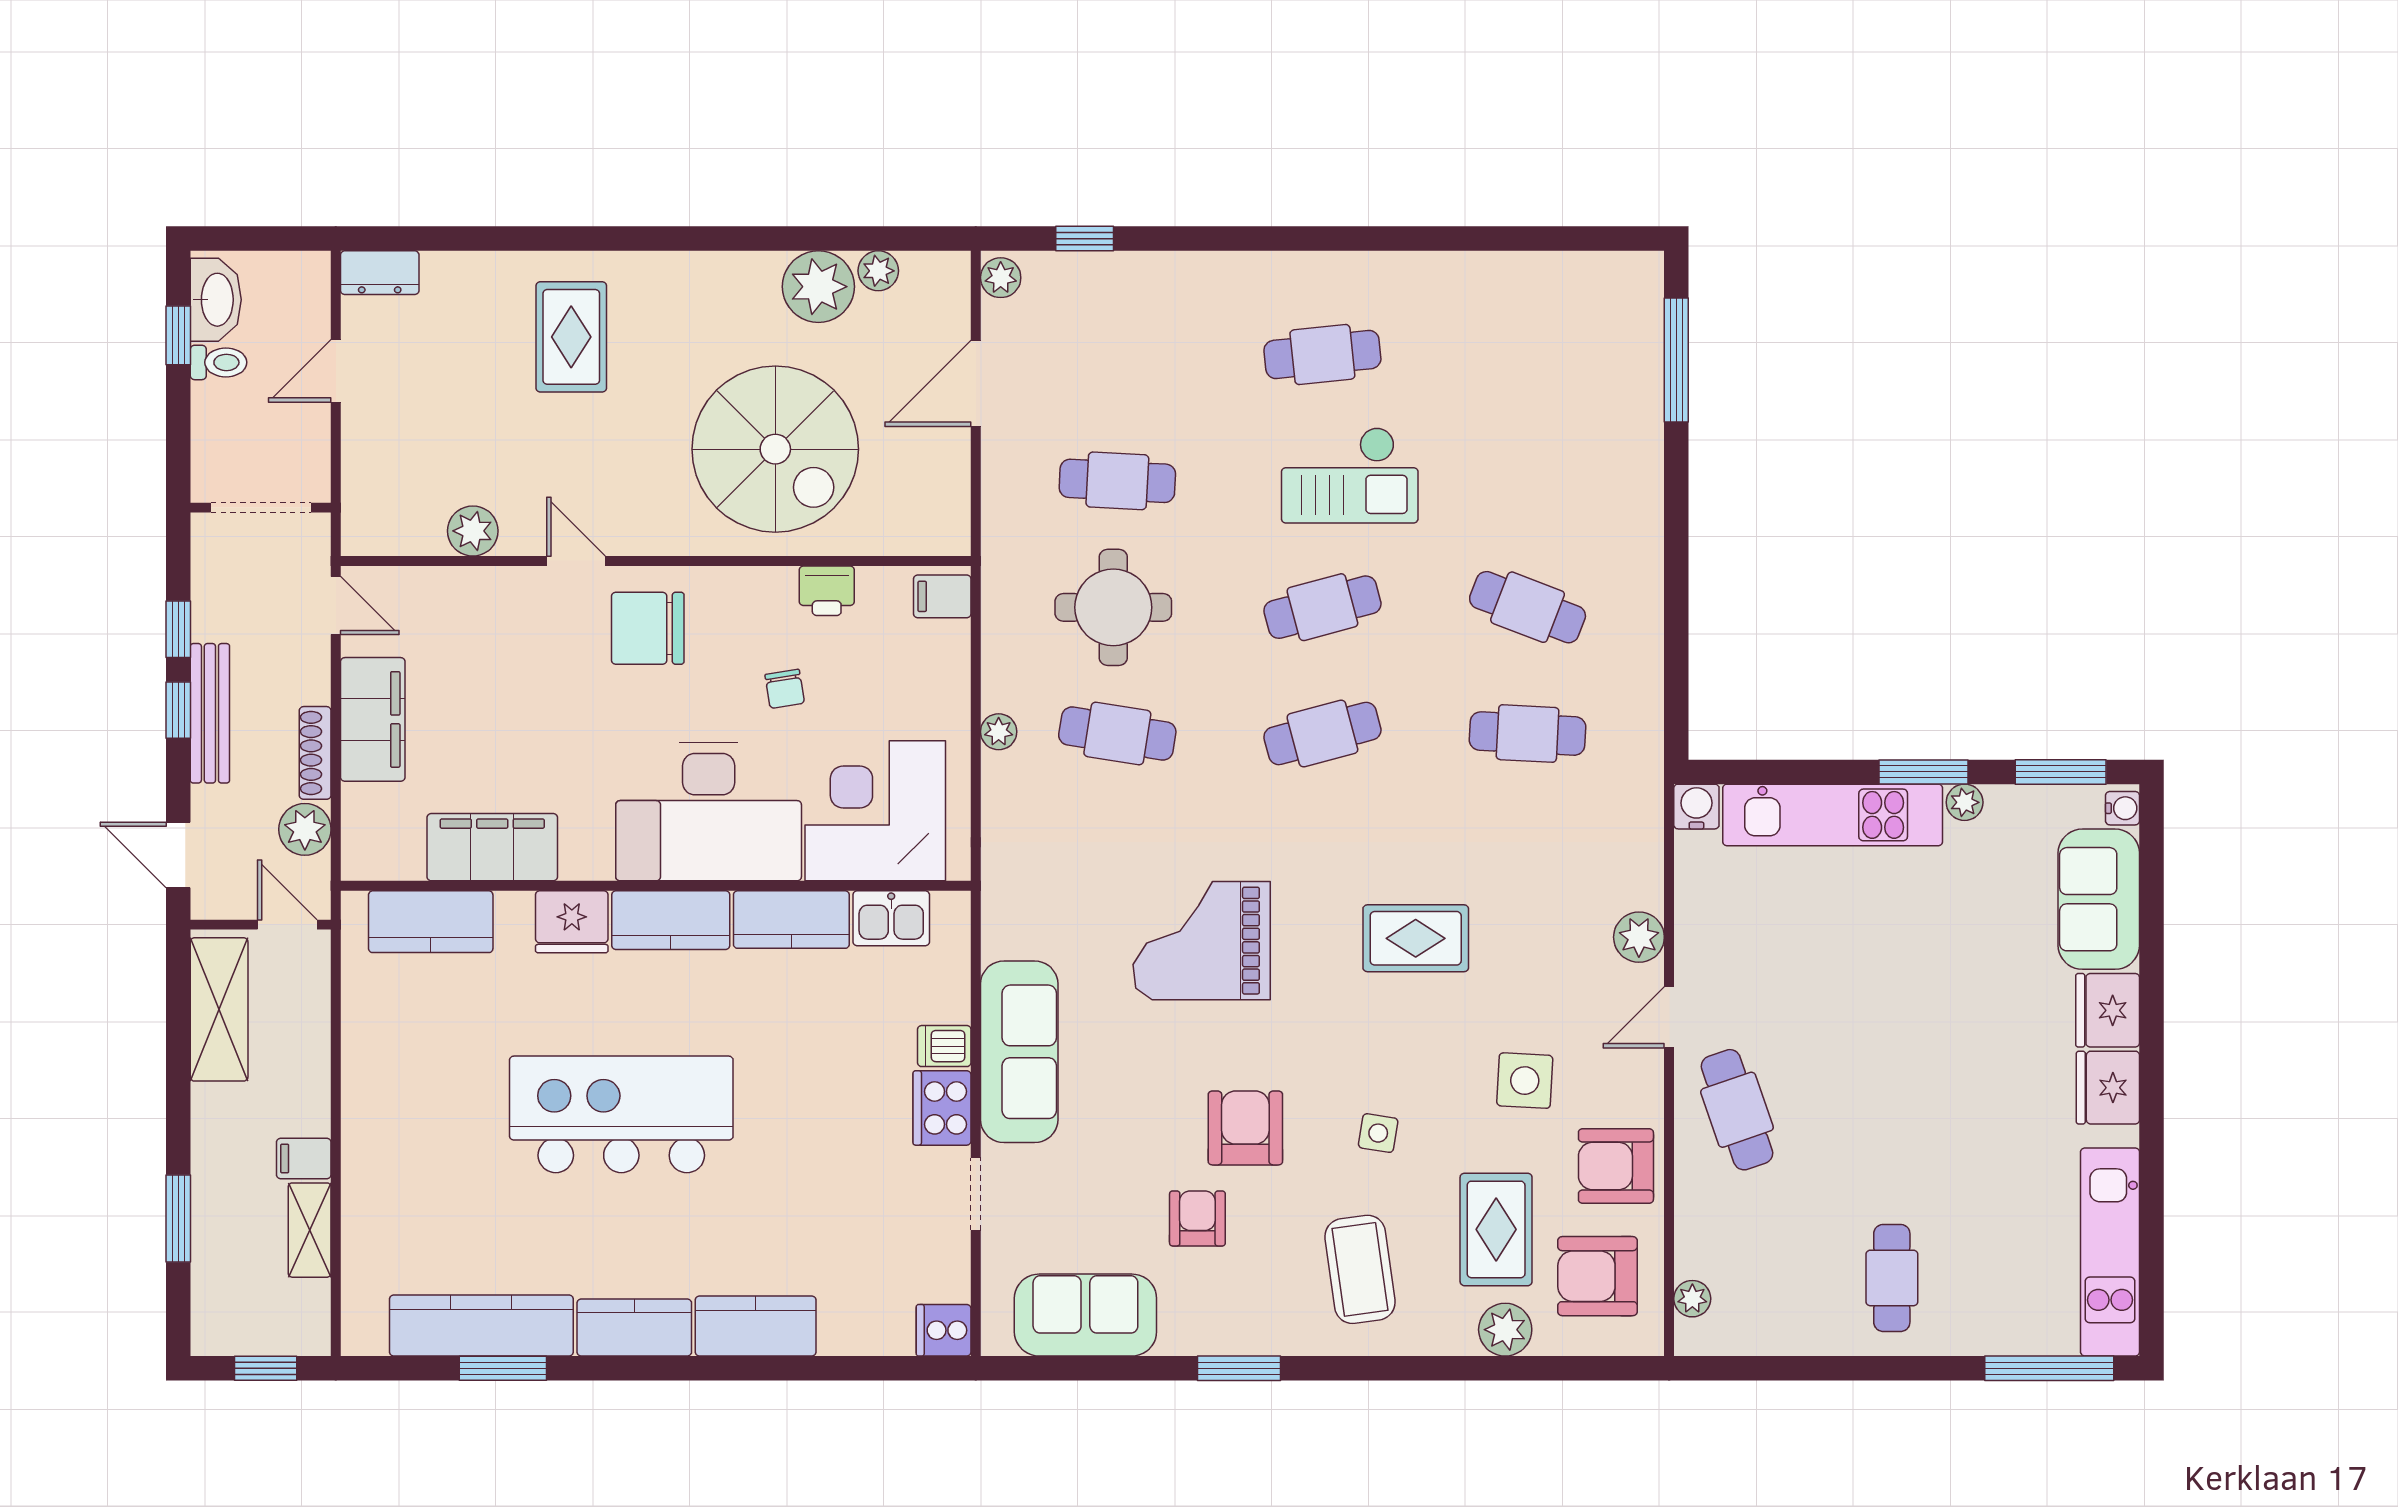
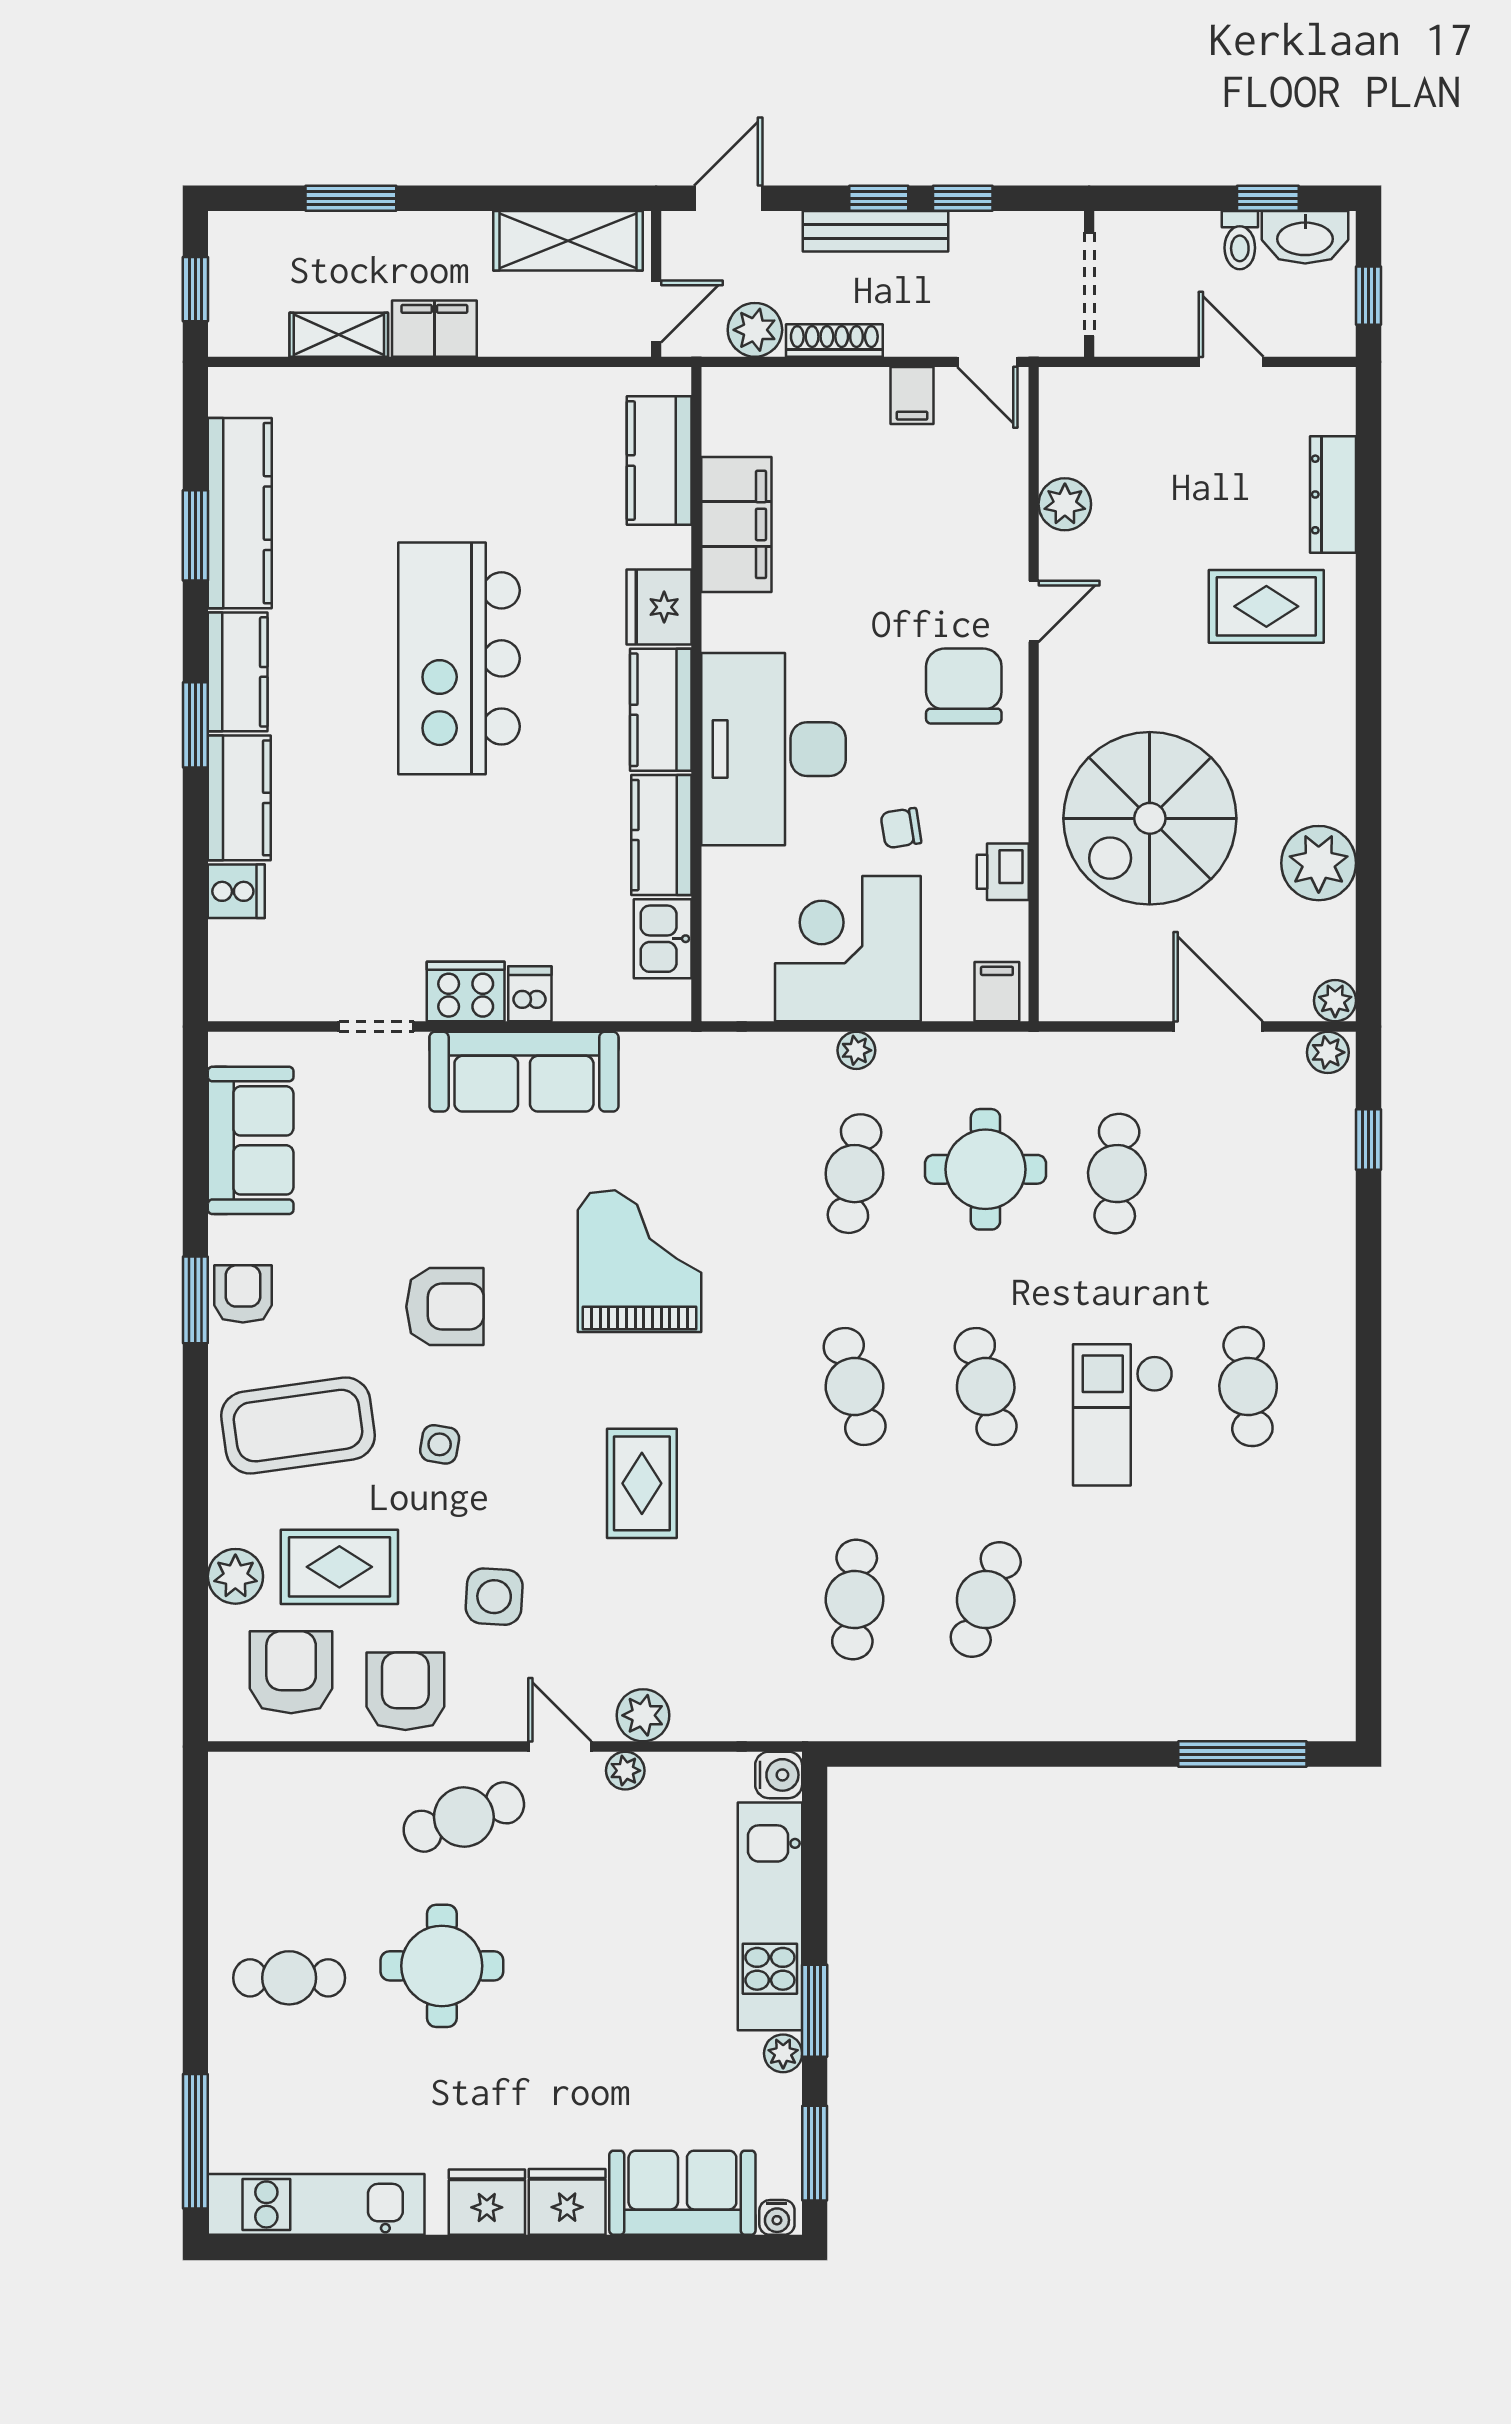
window: (272, 239) -> (1368, 296), added
plant: (878, 271) -> (1335, 1001), moved
dresser: (380, 273) -> (1333, 494), moved, width x1.44
door: (336, 606) -> (987, 362), hinge flipped
filing cabinet: (373, 719) -> (912, 396), width x0.33, depth x0.86
corner desk: (875, 811) -> (848, 949), moved, turned -90
kitchen island: (621, 1114) -> (459, 658), turned 180
round table: (1880, 1131) -> (442, 1966), added
filing cabinet: (304, 1158) -> (434, 329), width x2.00
armchair: (1197, 1218) -> (243, 1294), moved, turned -90
coffee table: (1360, 1269) -> (298, 1426), width x1.36, depth x1.32
plant: (1692, 1299) -> (625, 1771), moved
cooker: (944, 1330) -> (236, 891), moved, turned 90
window: (685, 1368) -> (195, 725), added

